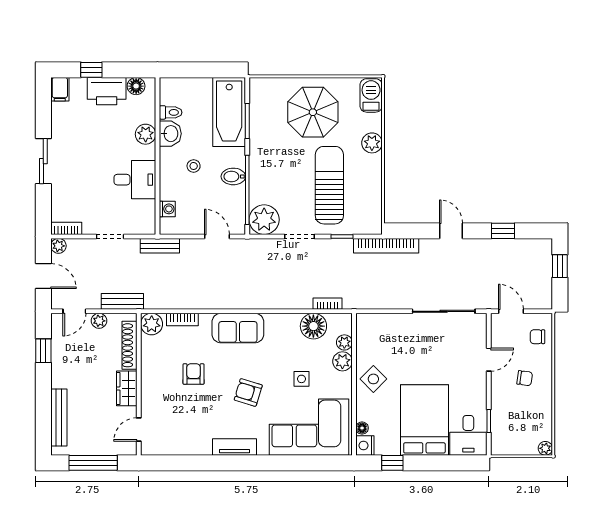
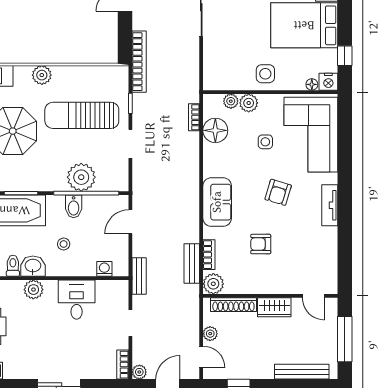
plant: (264, 220) -> (81, 177), moved
bench: (122, 301) -> (192, 264), moved
side table: (373, 379) -> (265, 74), turned 45

